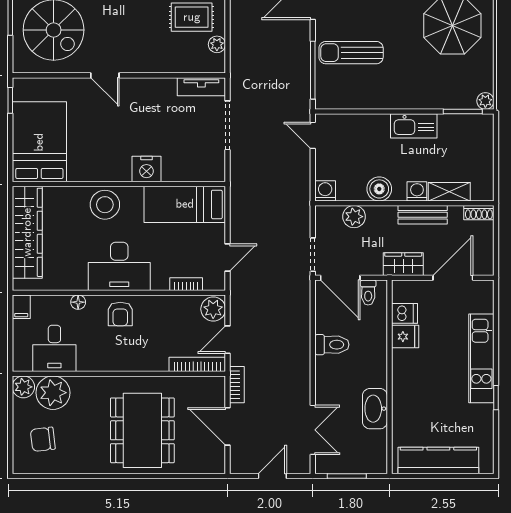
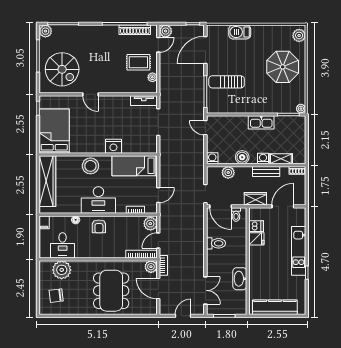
plant: (23, 387) -> (151, 267), moved

